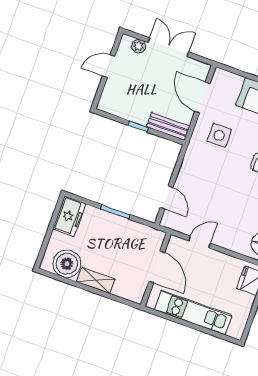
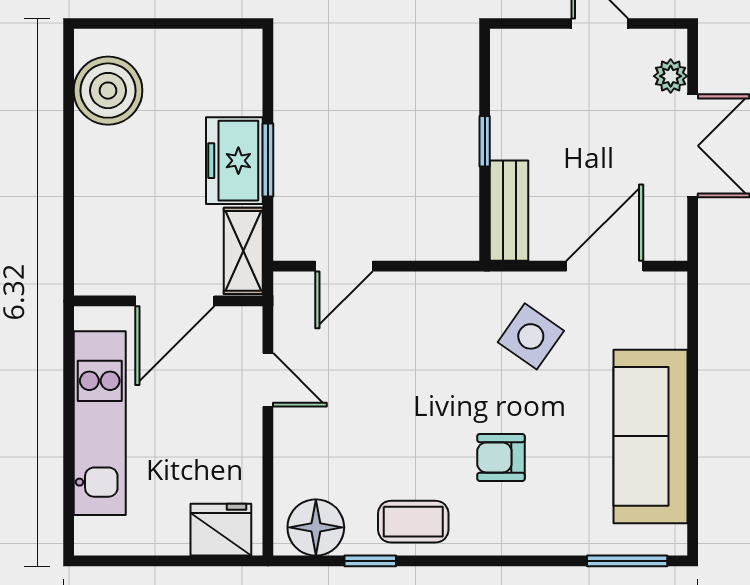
side table: (219, 135) -> (531, 336), turned 35
freezer: (69, 216) -> (234, 161), moved, turned 90
shelving: (96, 280) -> (243, 251), moved

